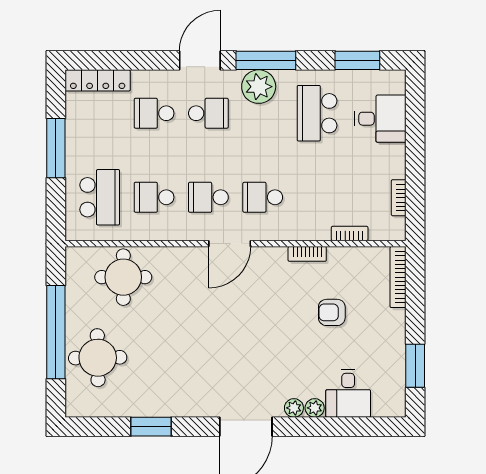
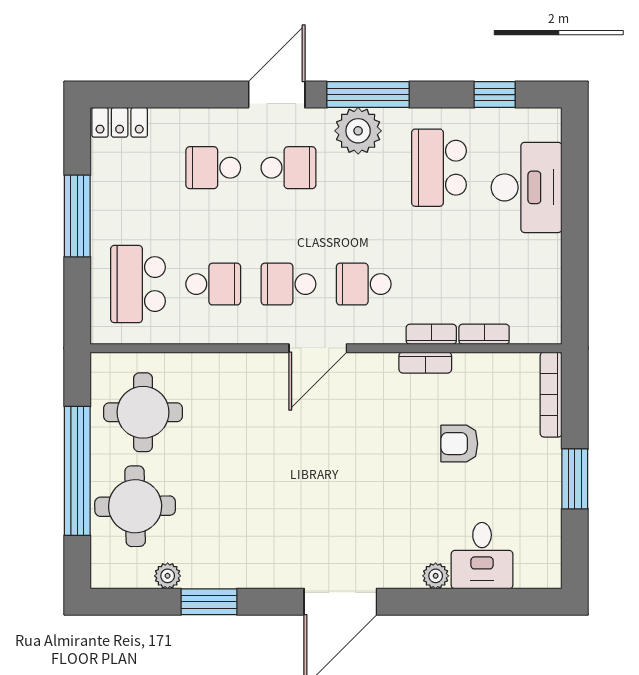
window: (357, 60) -> (495, 95), width x0.67
locker: (98, 80) -> (120, 122), width x0.66
desk: (380, 119) -> (527, 187), width x1.37
school desk: (100, 197) -> (138, 284), turned 180
school desk: (154, 197) -> (213, 284), turned 180
bookcase: (399, 198) -> (431, 334), moved, turned 90
round table: (123, 277) -> (143, 412), moved
window: (415, 366) -> (575, 479), moved
plant: (294, 408) -> (168, 576), moved

